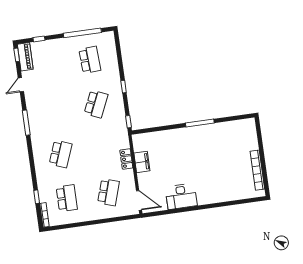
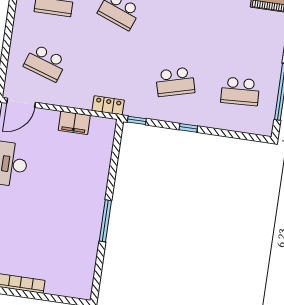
school desk: (96, 104) -> (175, 82), turned -39
locker: (126, 159) -> (108, 105), moved

